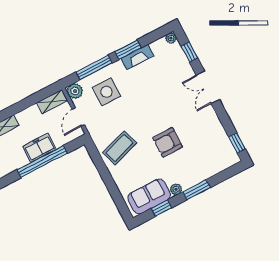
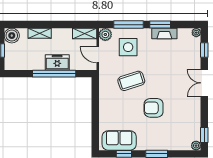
door: (78, 117) -> (98, 55), hinge flipped
coffee table: (120, 148) -> (131, 81), moved
plant: (176, 189) -> (196, 146), moved

